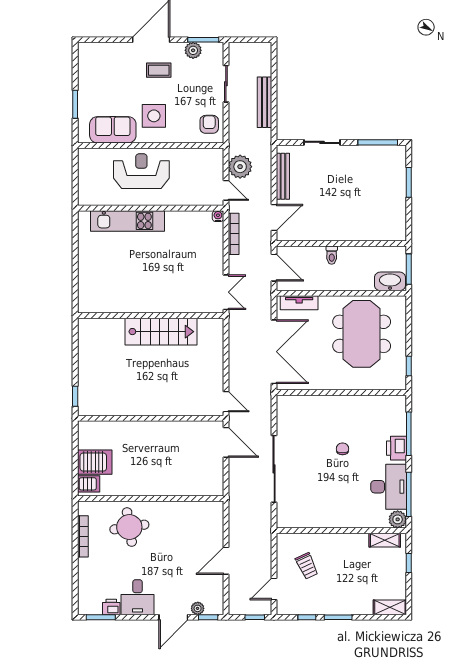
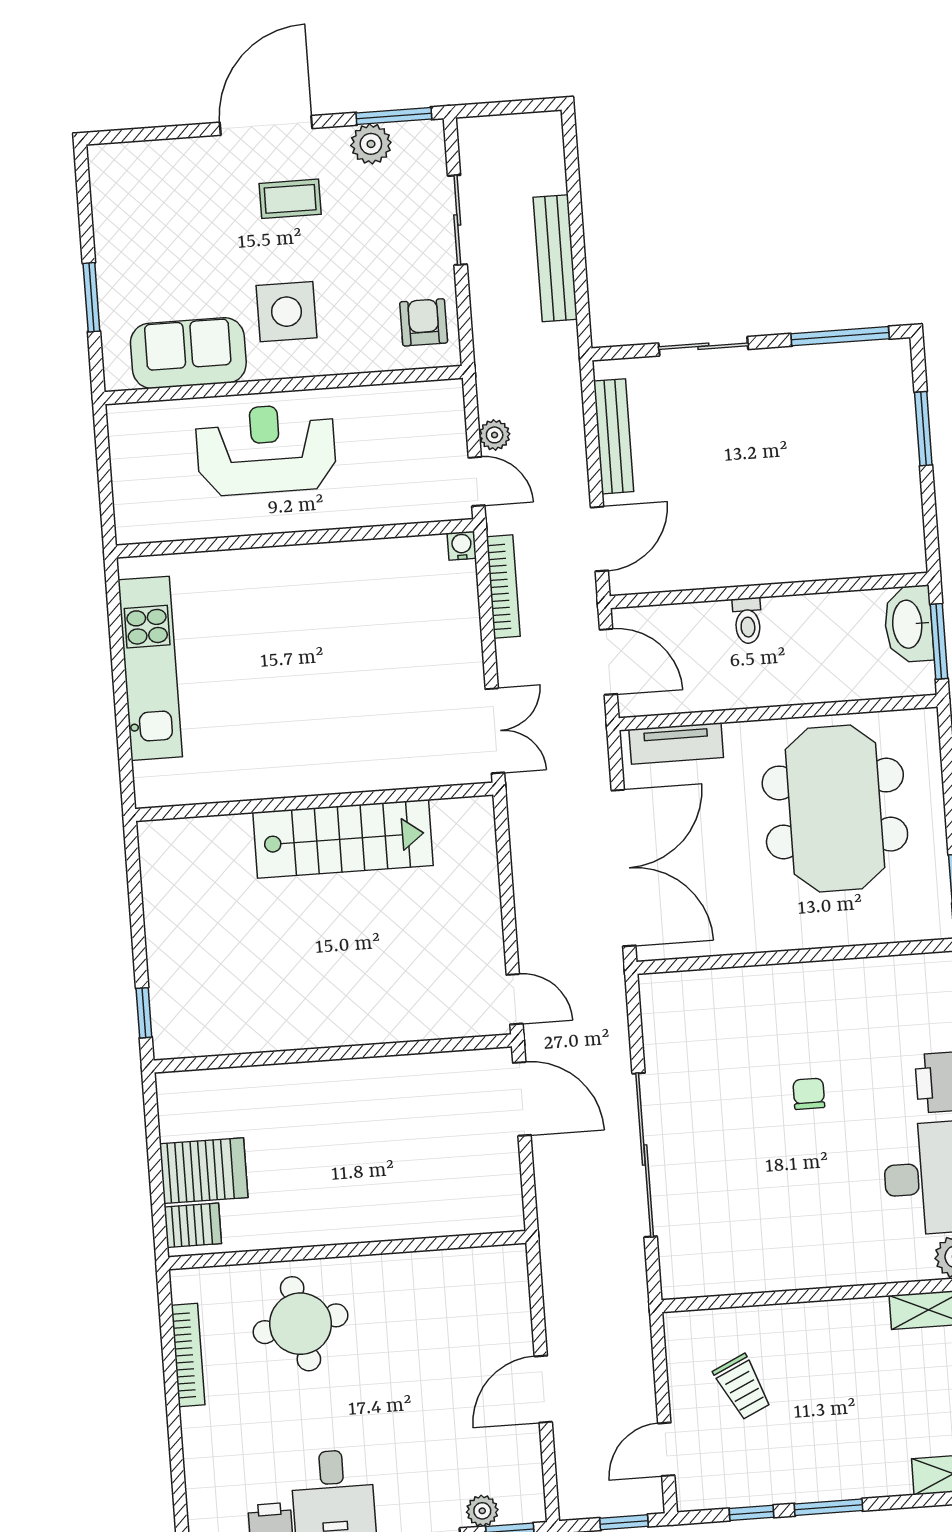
plant: (240, 167) -> (495, 435), width x0.53, depth x0.53
kitchen unit: (127, 221) -> (150, 668), moved, turned -90
washbasin: (390, 281) -> (909, 624), moved, turned -90

